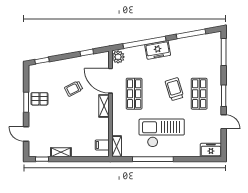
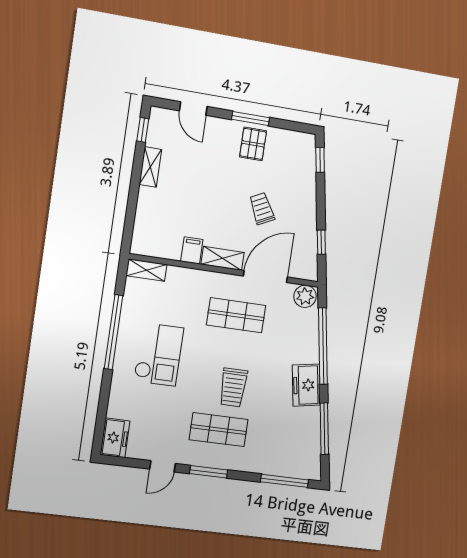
freezer: (158, 50) -> (306, 385), moved
trolley: (174, 89) -> (233, 387), turned 107
checkout: (162, 133) -> (159, 354), width x0.73, depth x0.83
door: (26, 134) -> (193, 109), swing flipped
filing cabinet: (102, 145) -> (192, 250), moved

